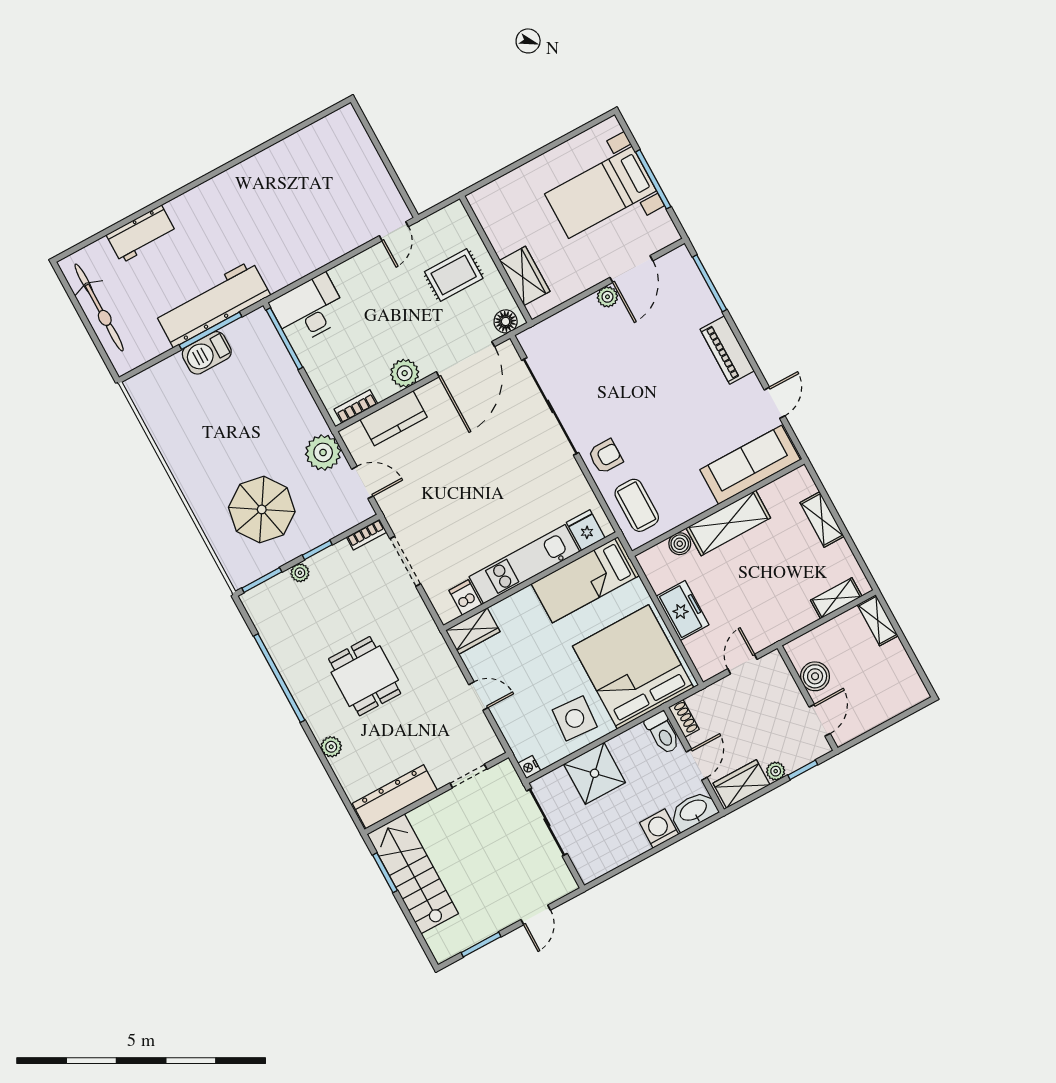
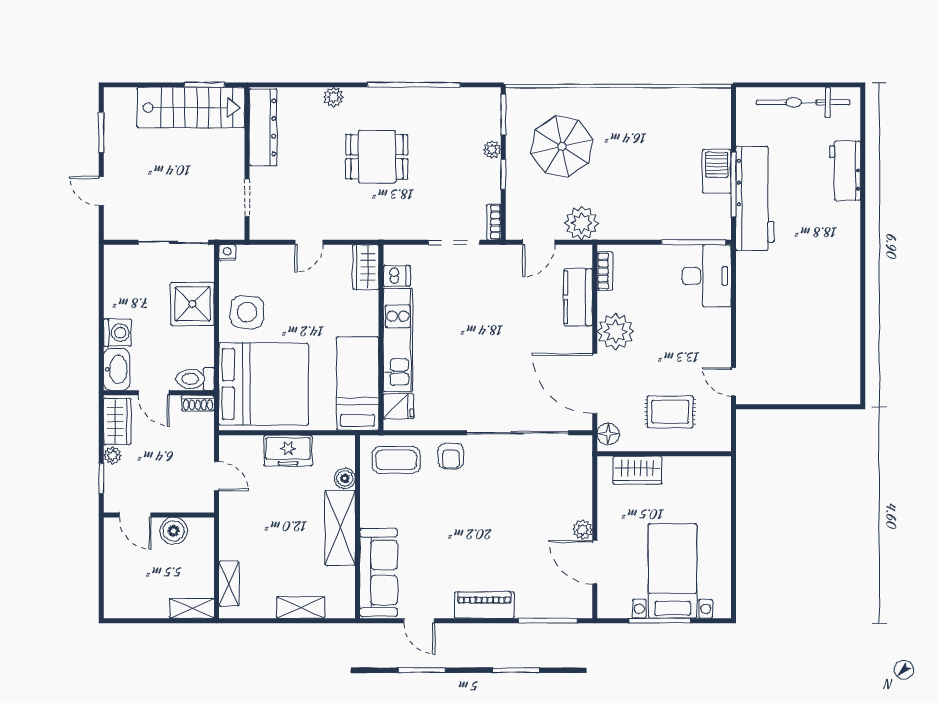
rug: (454, 275) -> (670, 412), turned 90
plant: (405, 373) -> (616, 332), width x1.36, depth x1.36

